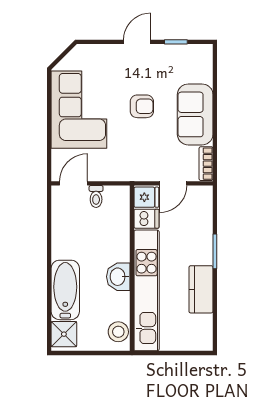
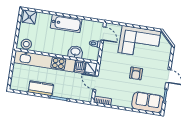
sofa: (195, 114) -> (148, 102), moved
washbasin: (118, 277) -> (75, 52), moved
bathtub: (65, 290) -> (66, 23), moved

